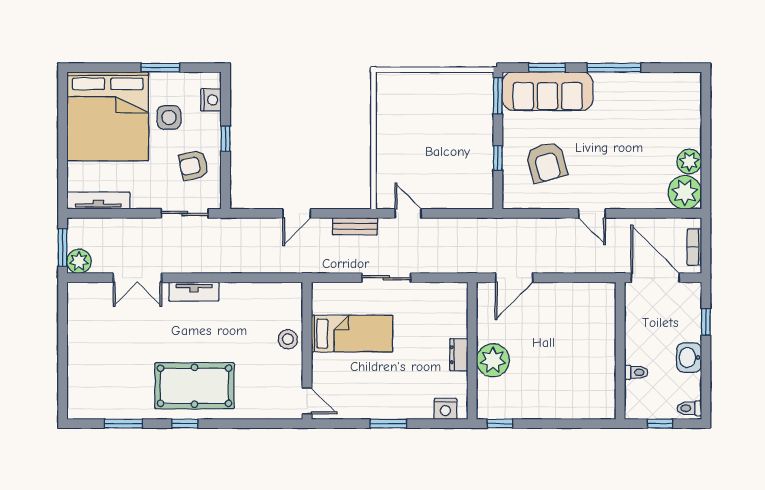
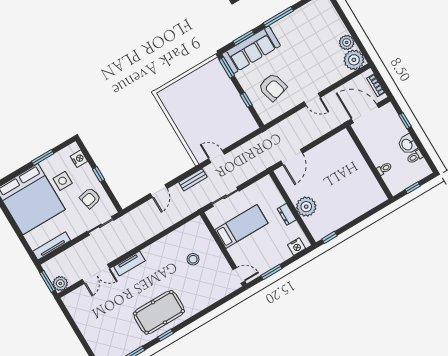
bed: (352, 334) -> (241, 226), moved
wall: (307, 351) -> (223, 249), moved
door: (307, 401) -> (239, 275), moved
toilet: (689, 408) -> (415, 157), moved

